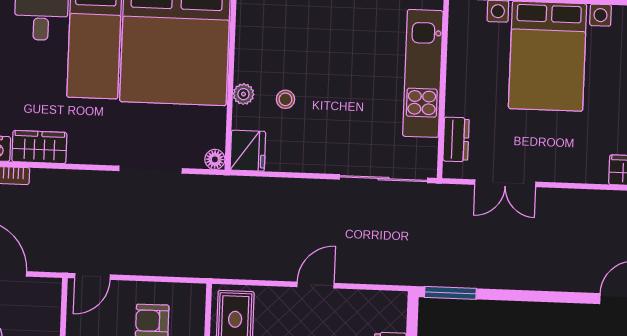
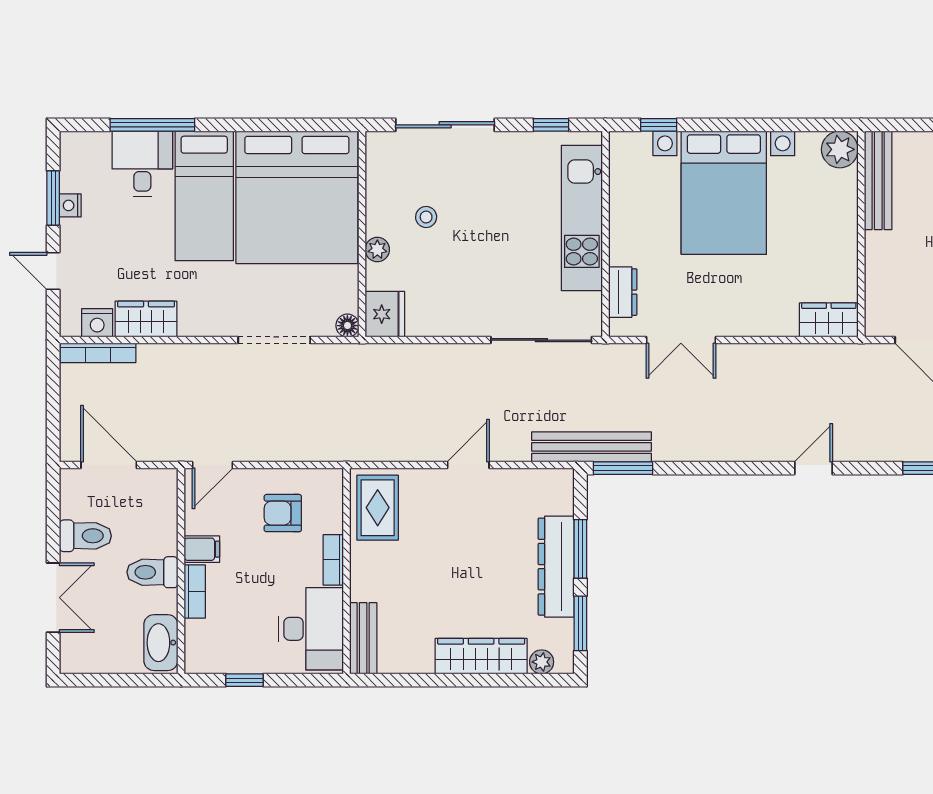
stool: (285, 99) -> (426, 217), moved
bench: (424, 273) -> (591, 447), added

